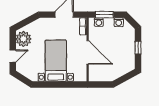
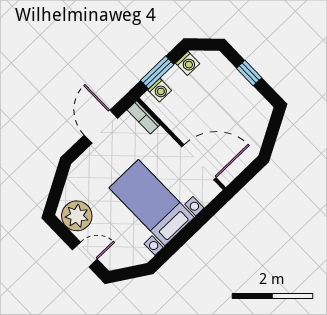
door: (88, 52) -> (199, 162), moved
door: (13, 56) -> (85, 255), hinge flipped

